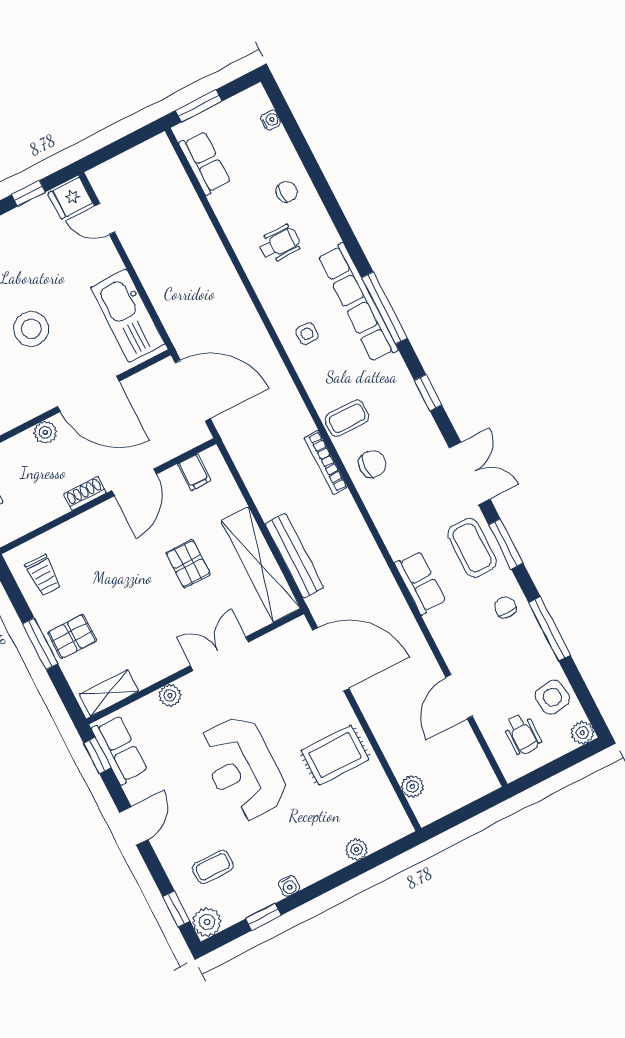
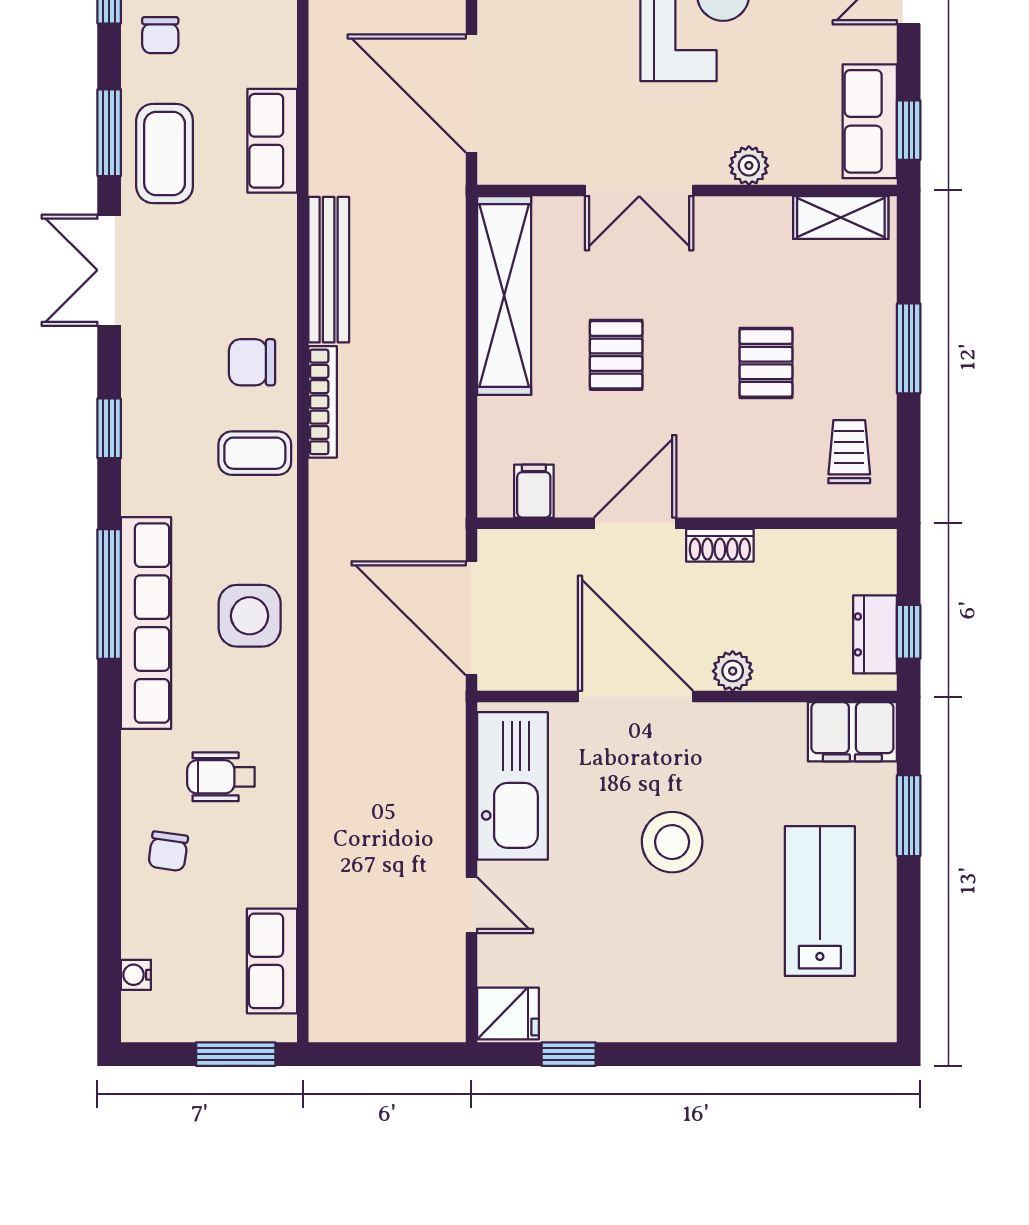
chair: (287, 192) -> (168, 851), turned -82
door: (105, 219) -> (471, 905), moved
side table: (307, 334) -> (250, 616), width x1.87, depth x1.87
bench: (294, 556) -> (329, 270), moved
pallet: (72, 637) -> (766, 363), moved, turned 90

